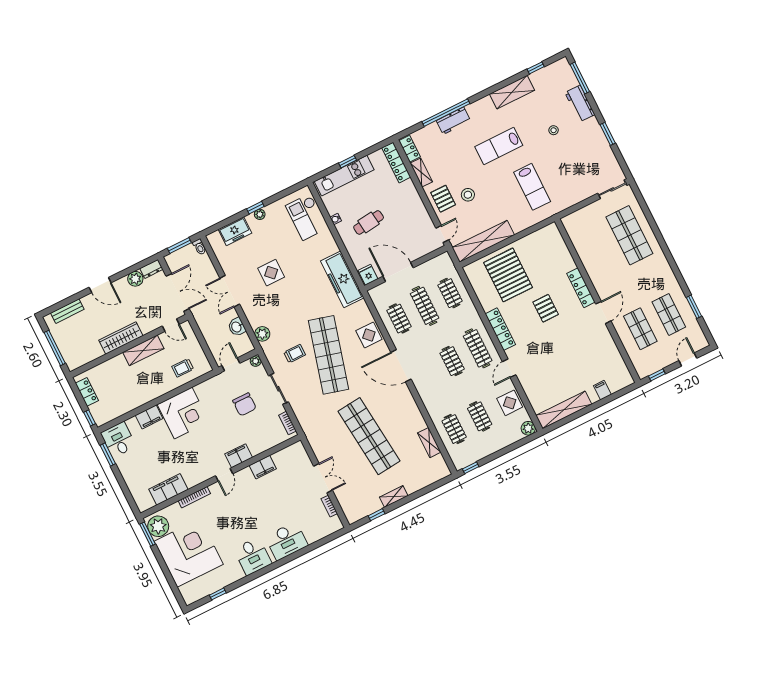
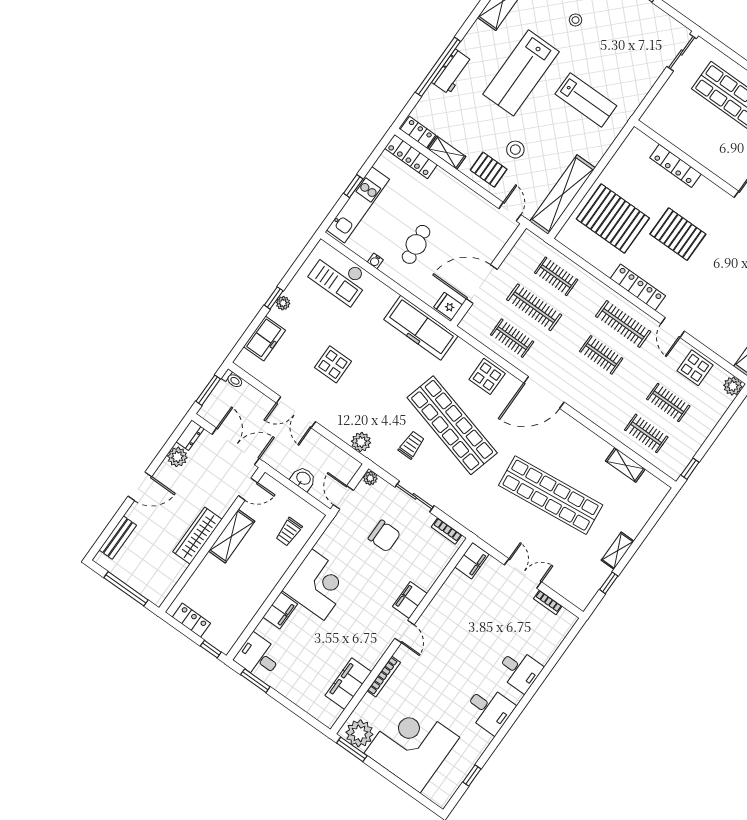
lab bench: (499, 146) -> (521, 73), width x1.36, depth x1.39
locker: (581, 288) -> (675, 166), moved
pallet: (546, 308) -> (678, 234), width x1.50, depth x1.42
washbasin: (237, 327) -> (303, 479), moved, turned 180
filing cabinet: (263, 467) -> (472, 561), moved
desk: (287, 541) -> (520, 670), width x0.73

